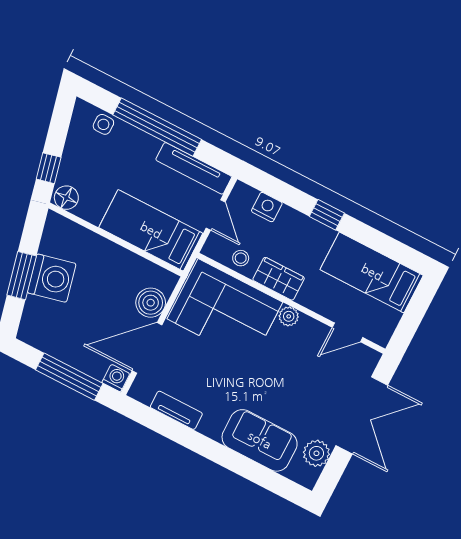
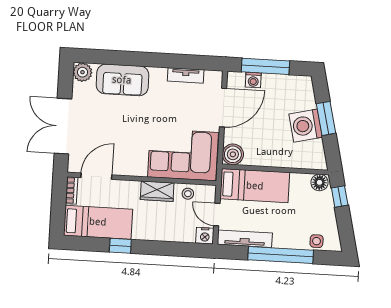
nightstand: (267, 207) -> (205, 236), moved
window: (327, 215) -> (120, 246), moved
boiler: (151, 303) -> (233, 154), moved
plant: (289, 316) -> (140, 170), removed
bookcase: (387, 328) -> (72, 191), added
door: (347, 332) -> (96, 176), width x1.38
washing machine: (116, 378) -> (253, 80), moved
plant: (316, 453) -> (82, 72), moved

